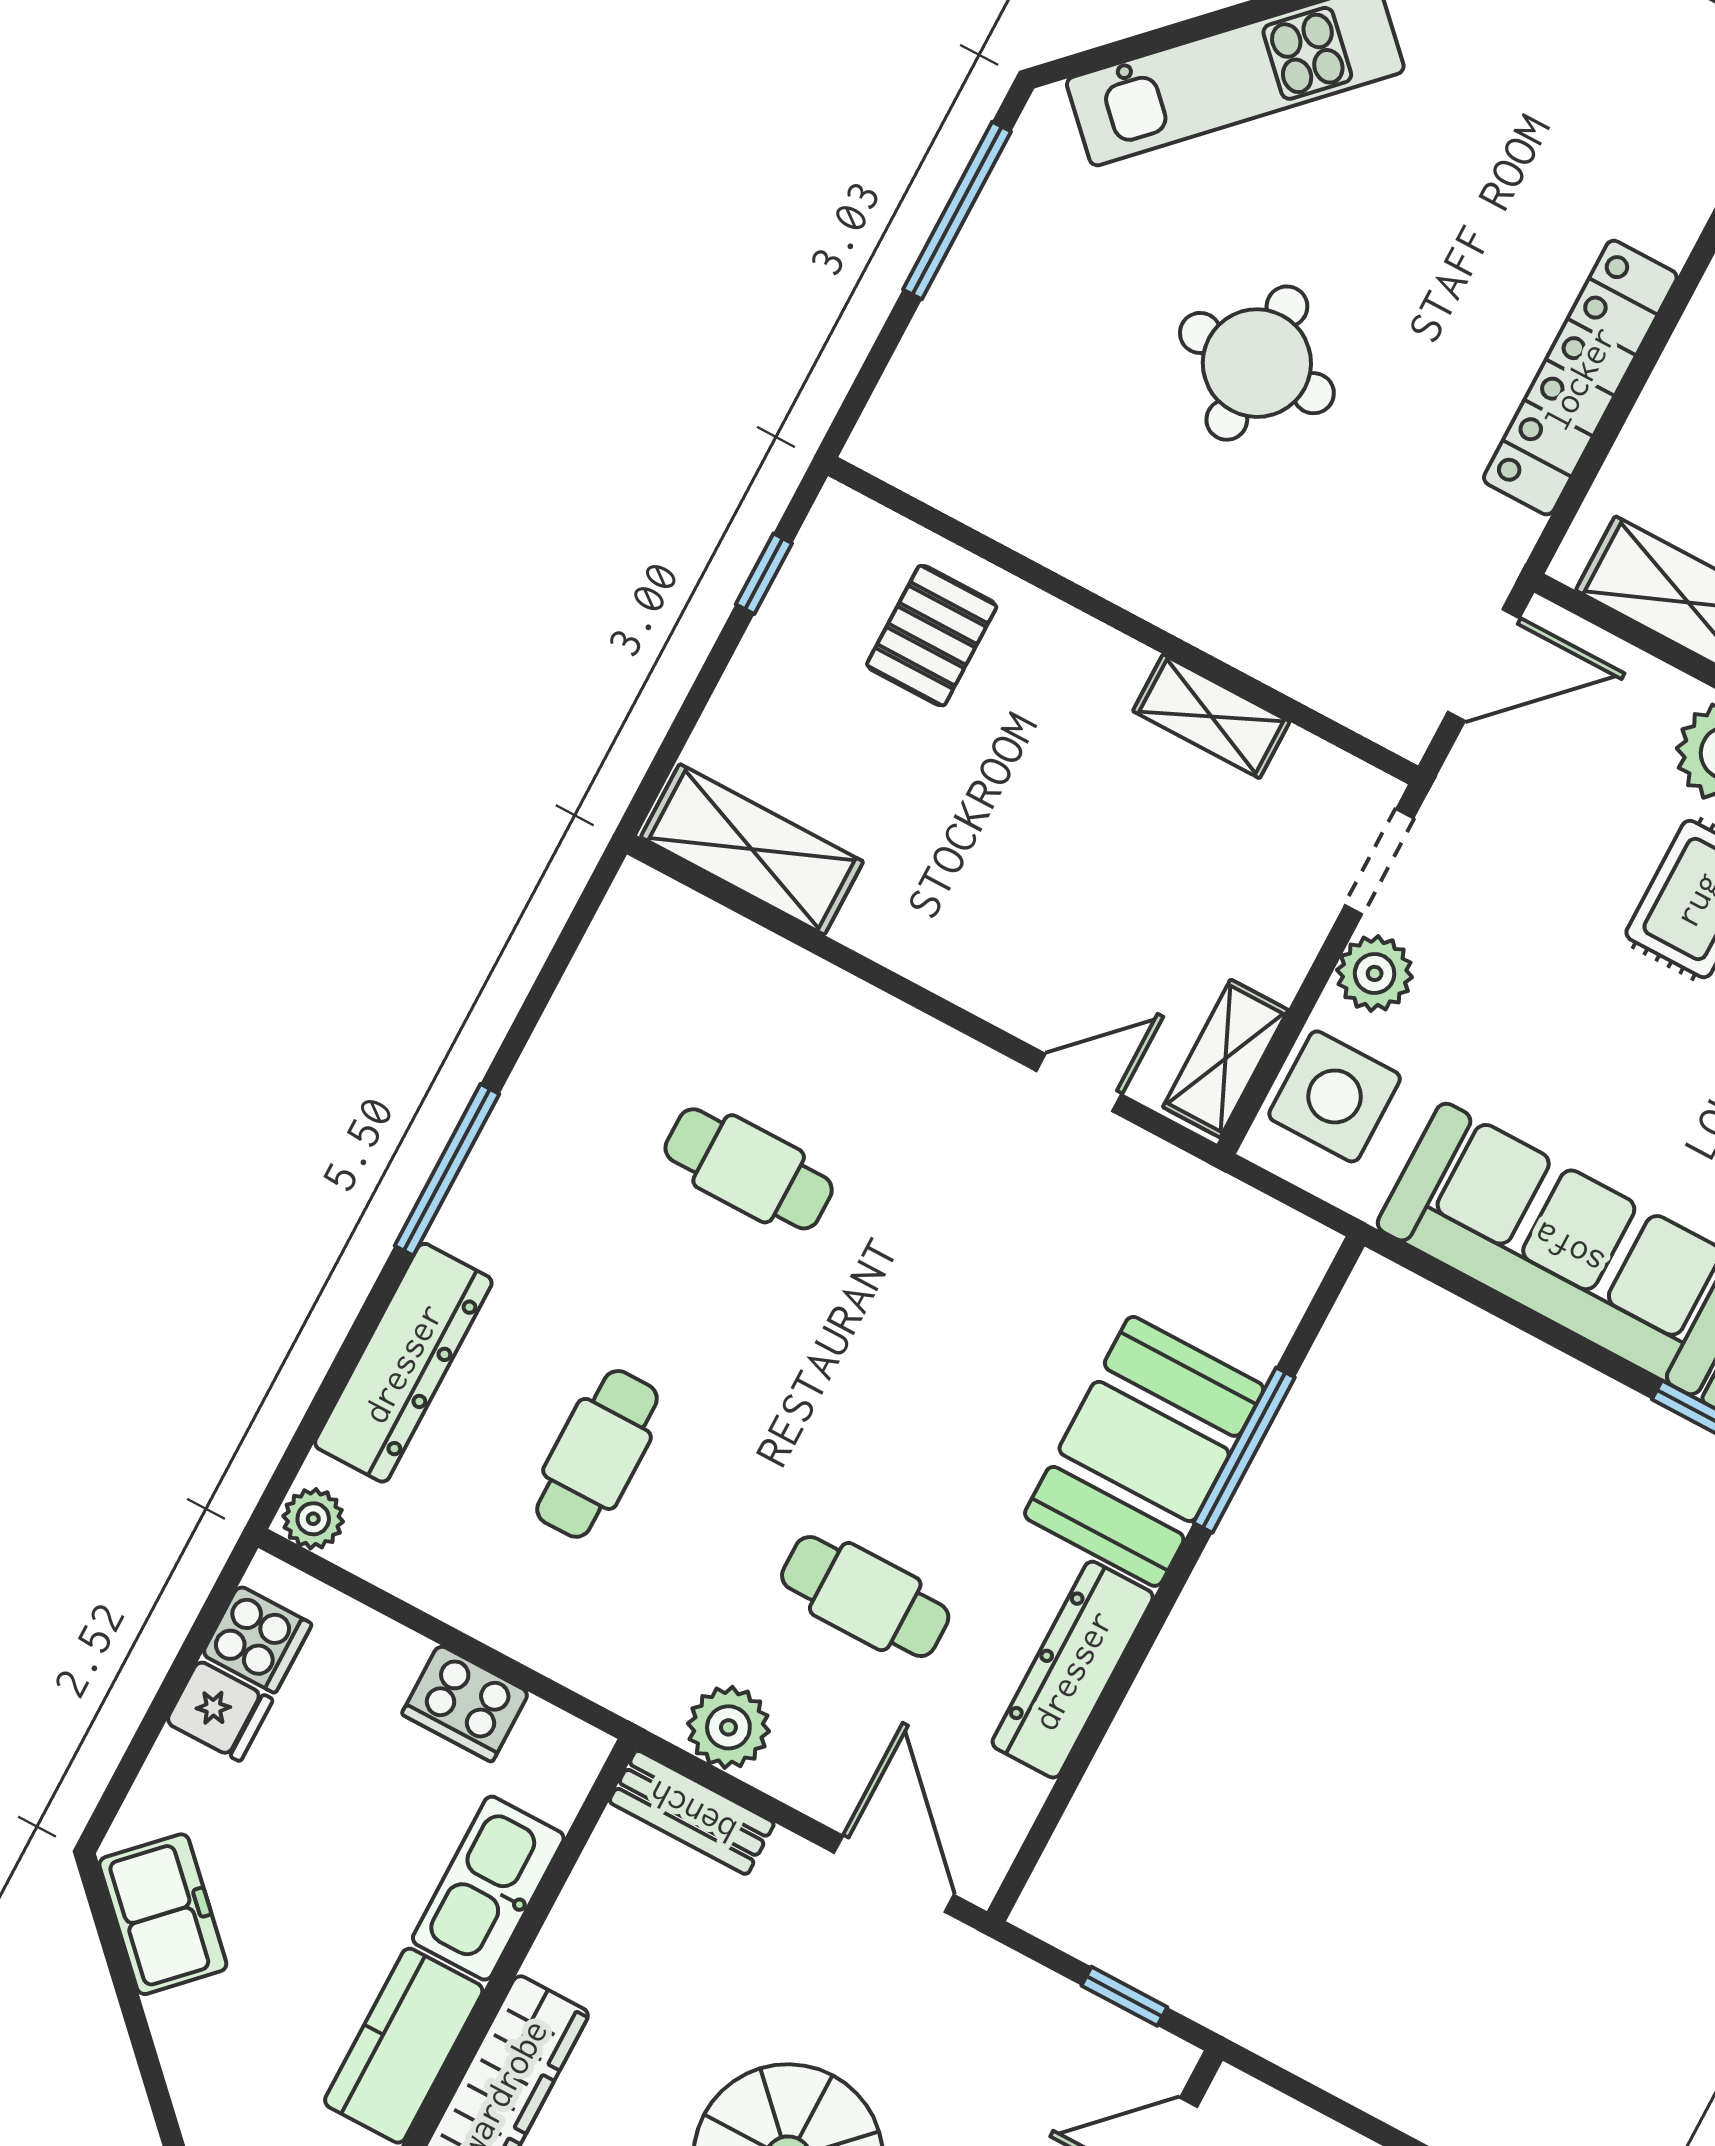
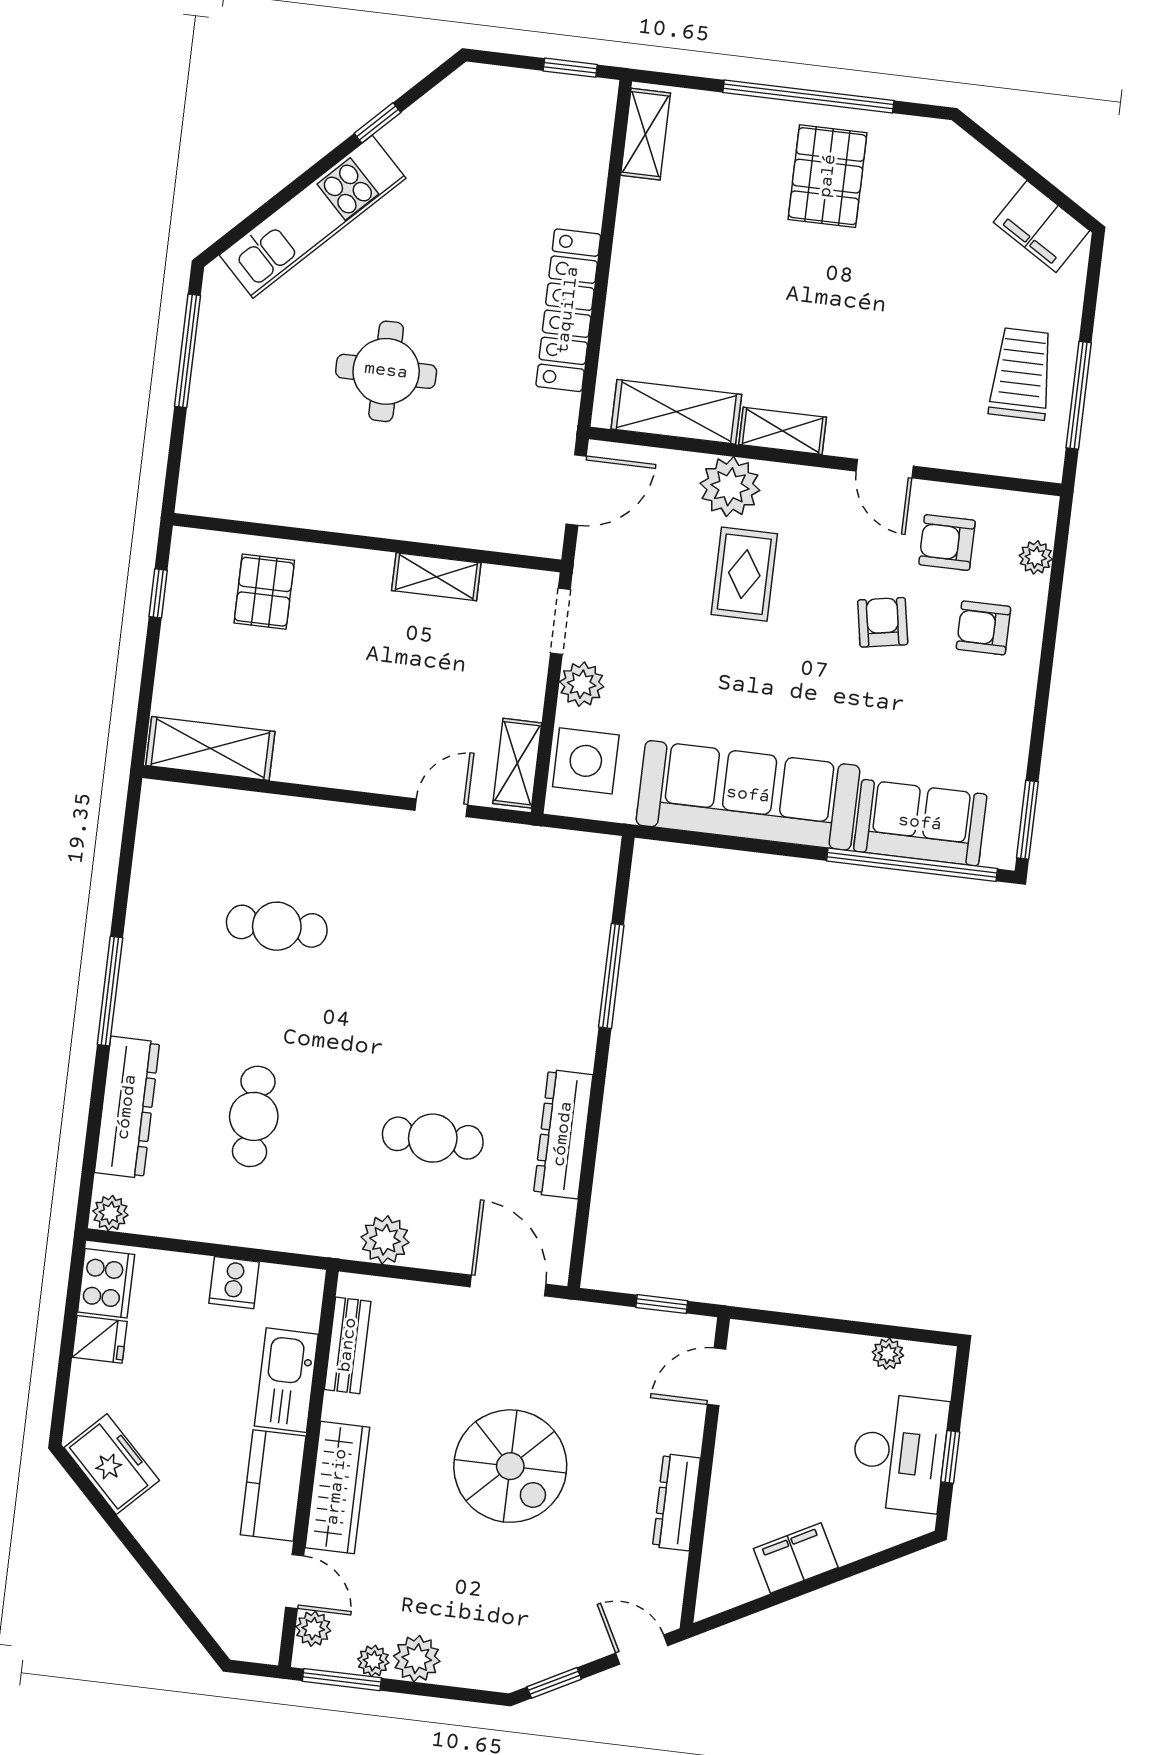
booth: (1144, 1451) -> (556, 998), removed
cooker: (257, 1639) -> (106, 1283), width x1.36
cooker: (465, 1703) -> (234, 1283), width x0.73
bench: (692, 1812) -> (348, 1345), moved, turned 90

